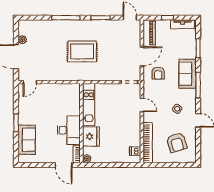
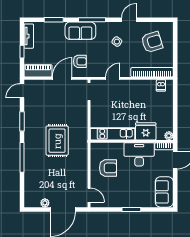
door: (142, 56) -> (62, 78), hinge flipped
armchair: (56, 100) -> (108, 168), added
sofa: (27, 140) -> (164, 192), moved, turned -90

